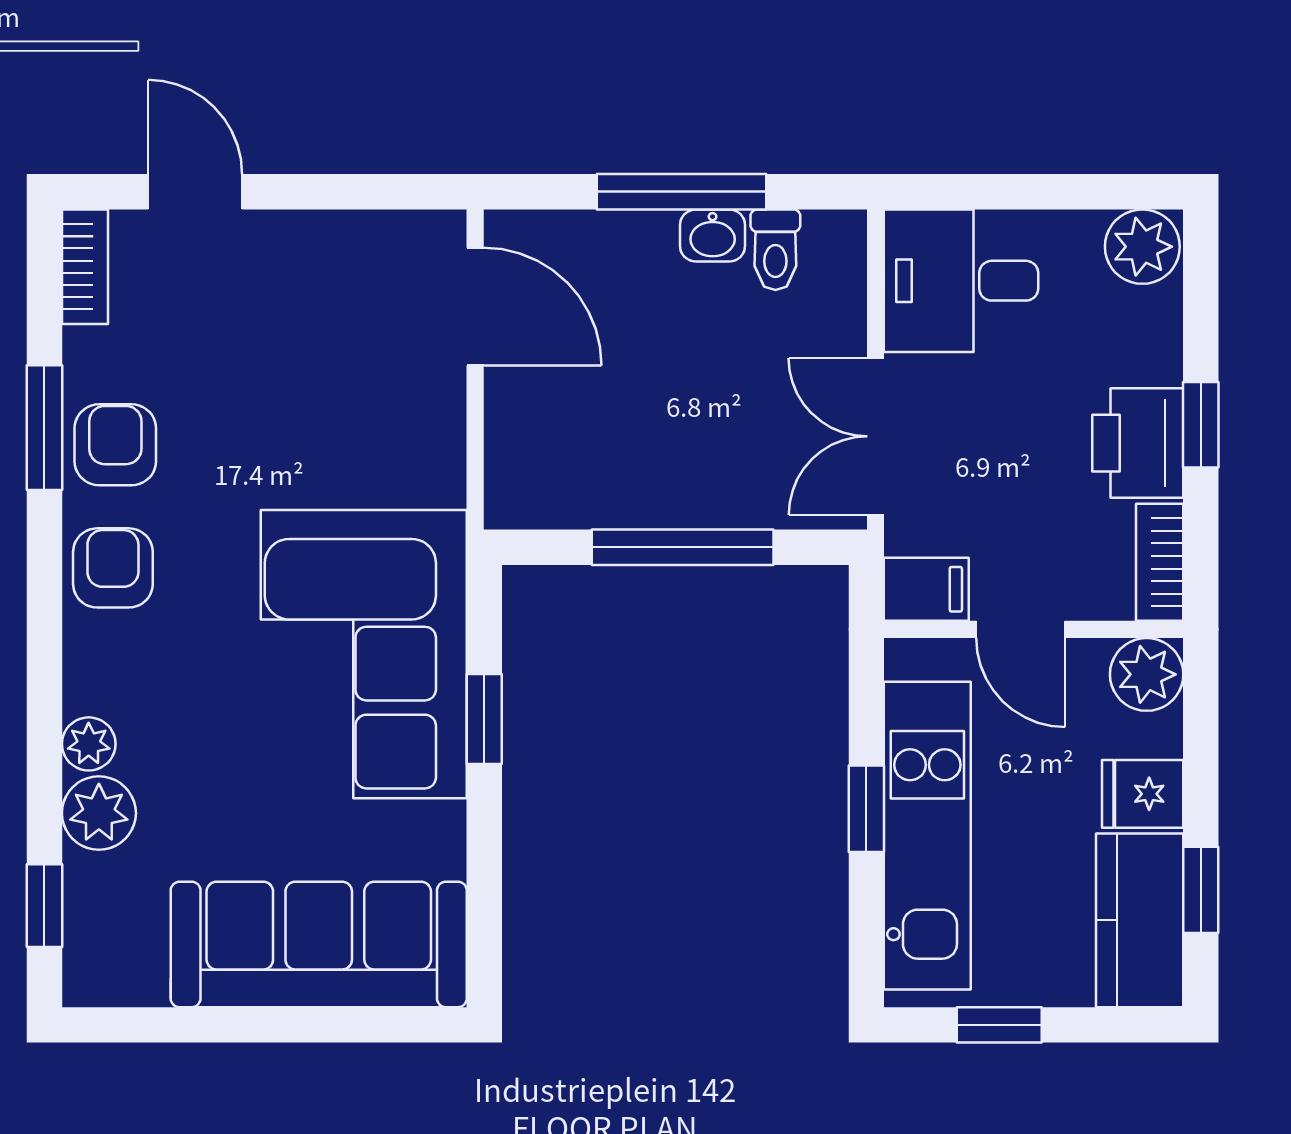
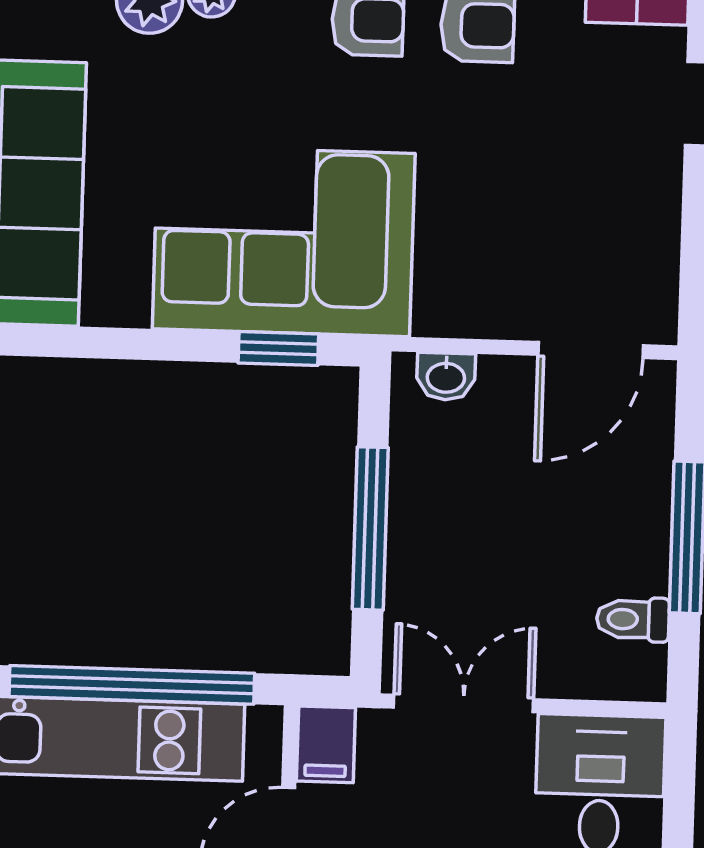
washbasin: (713, 235) -> (446, 376), moved, turned -90
window: (484, 719) -> (278, 348), moved
window: (866, 809) -> (132, 685), width x3.17

